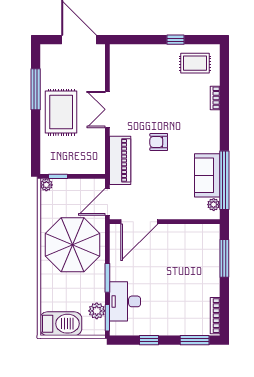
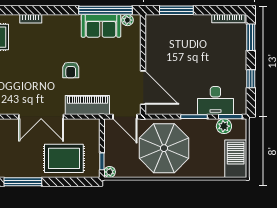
double door: (107, 109) -> (41, 117), width x1.37
rug: (61, 112) -> (64, 158), moved

